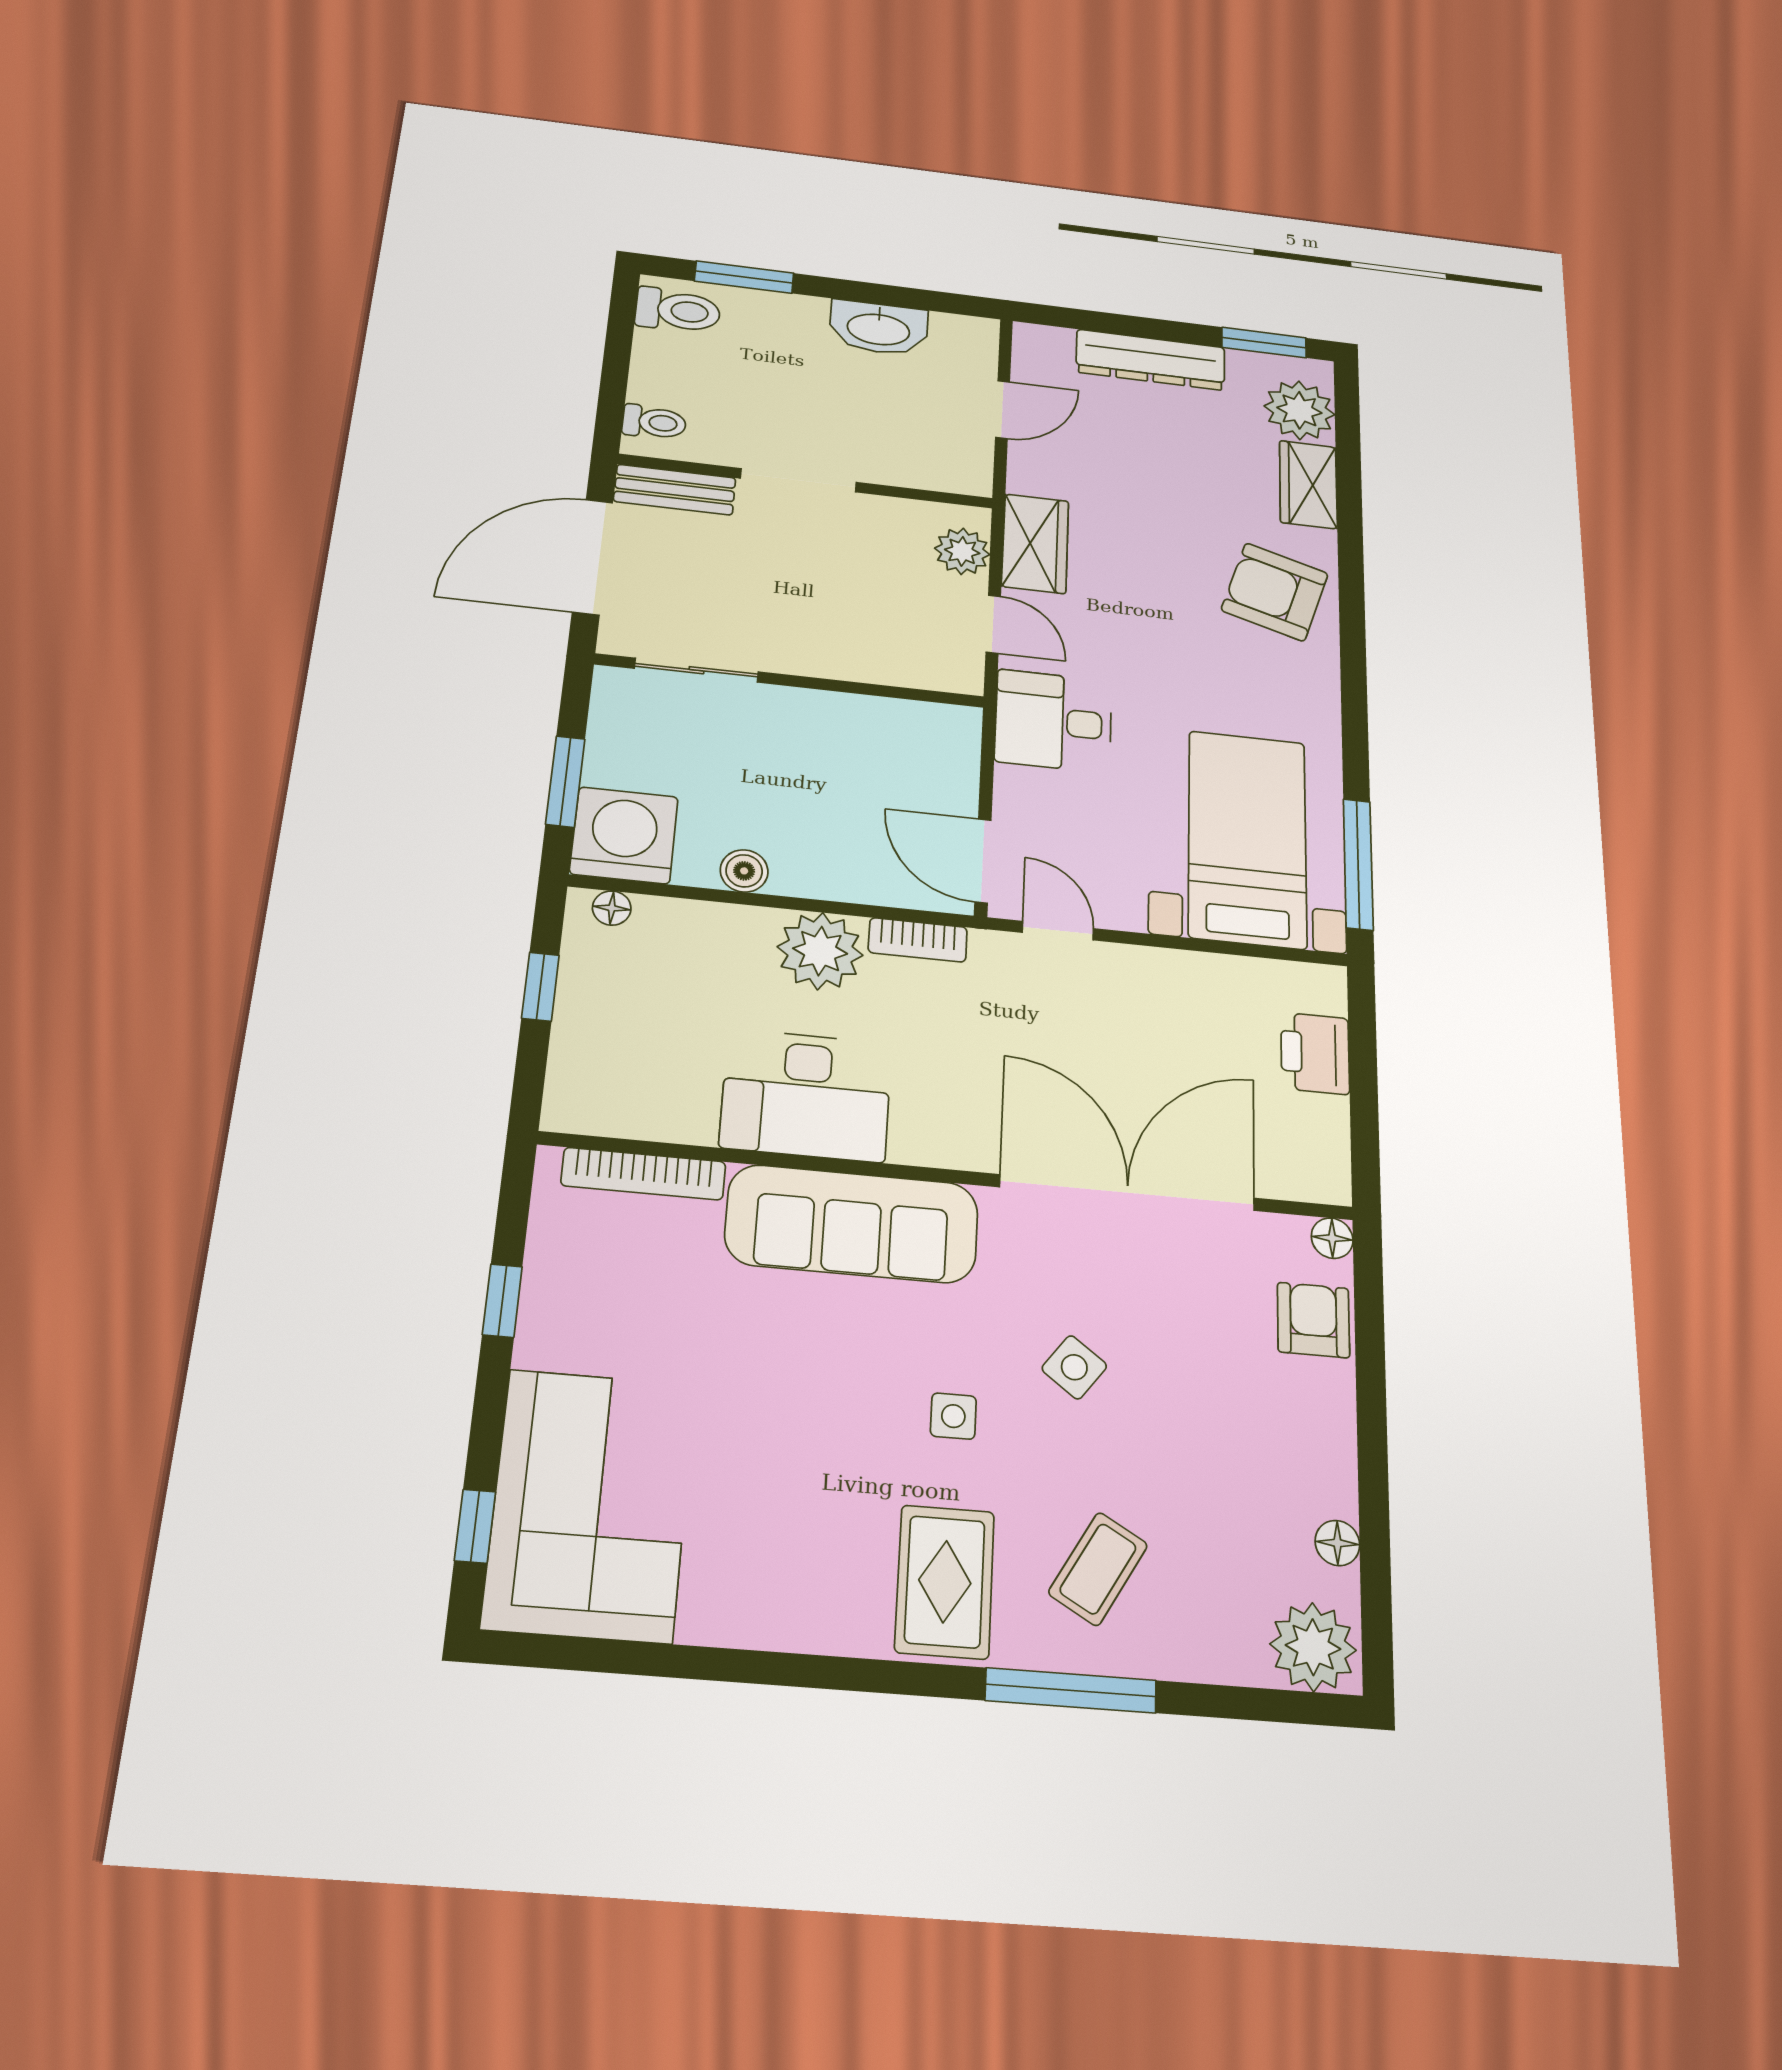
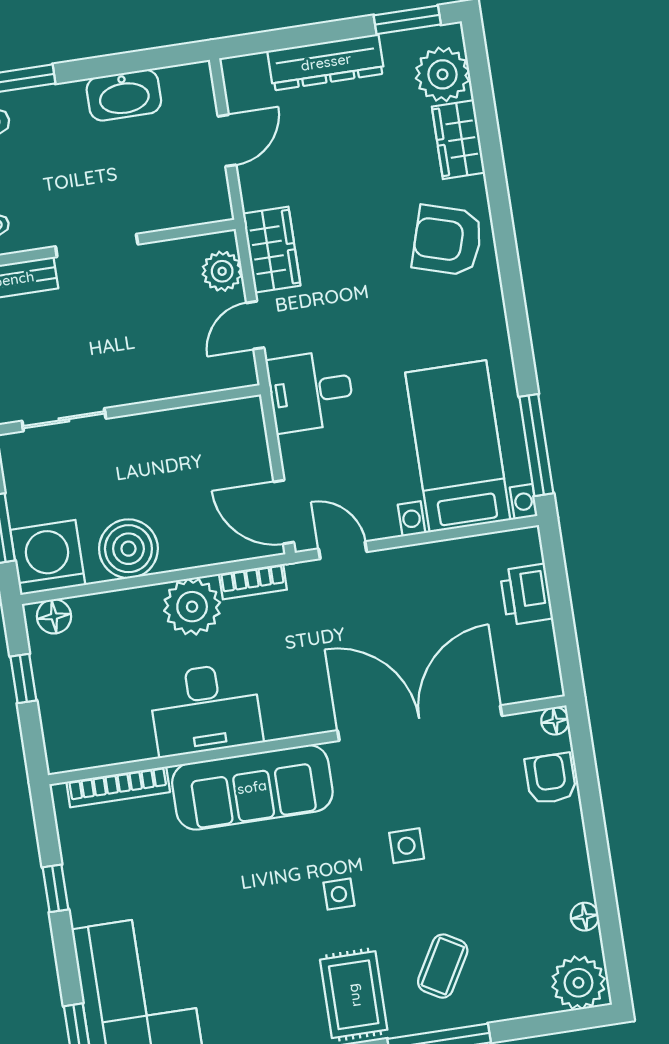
door: (993, 624) -> (255, 325), swing flipped
boiler: (744, 871) -> (128, 549), width x1.86, depth x1.86
floor lamp: (612, 908) -> (54, 616), width x1.37, depth x1.37
side table: (1074, 1367) -> (407, 846), turned -37

